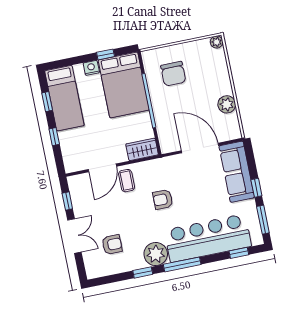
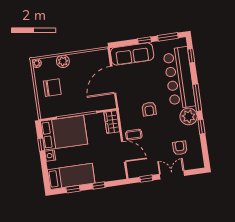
chair: (173, 74) -> (52, 88), moved
plant: (227, 104) -> (63, 61), moved

